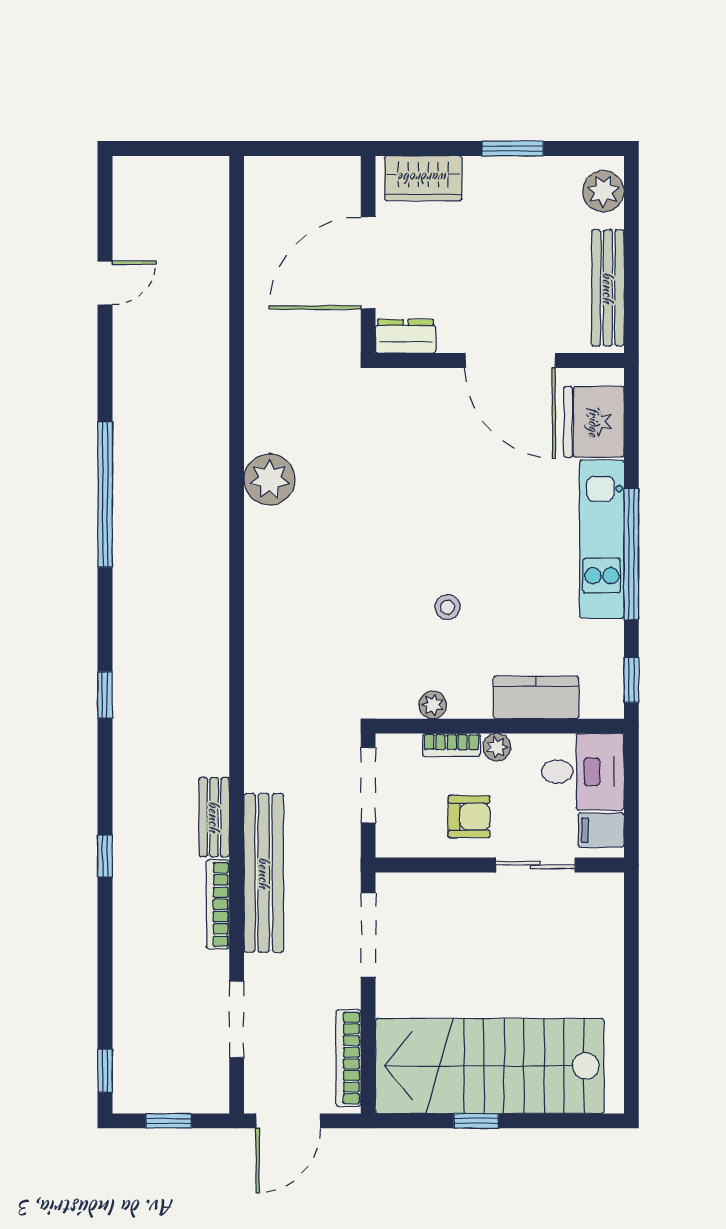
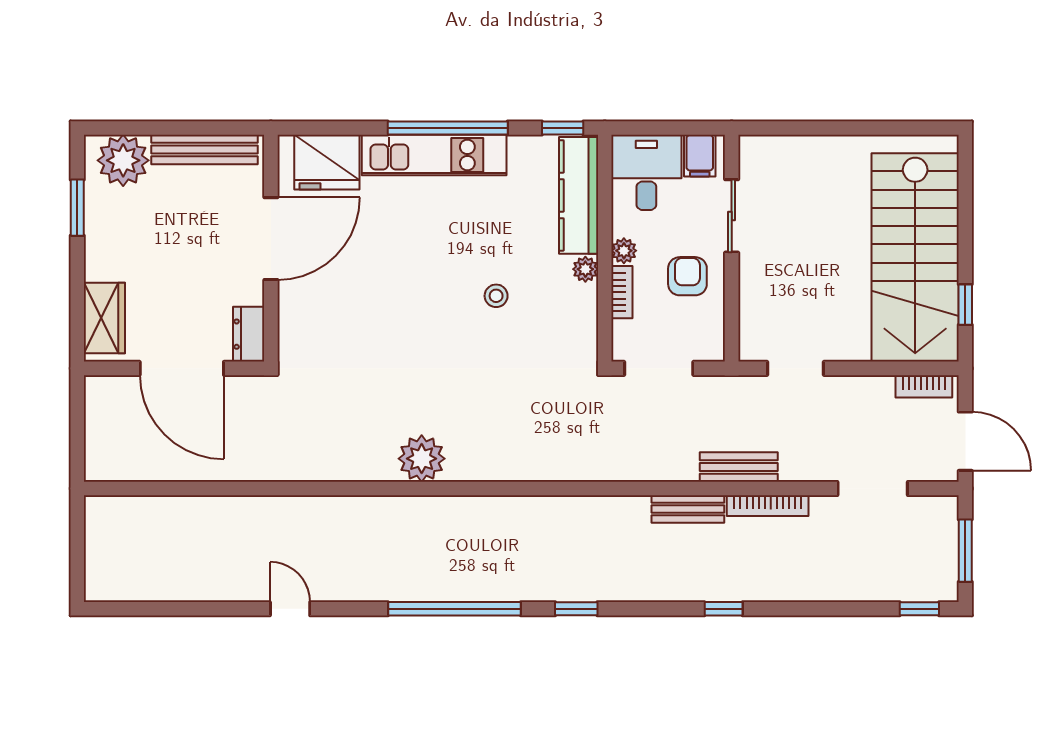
window: (513, 148) -> (77, 208), moved
plant: (603, 191) -> (123, 160), width x1.36, depth x1.36
door: (105, 283) -> (290, 609), moved
plant: (269, 479) -> (422, 459), moved
window: (105, 494) -> (454, 609), moved
kitchen counter: (536, 697) -> (579, 195), width x1.50
plant: (433, 705) -> (585, 269), moved
bench: (264, 873) -> (739, 467), width x0.54, depth x0.82
doorway: (368, 935) -> (795, 368), width x0.73
bookcase: (348, 1058) -> (924, 386), width x0.64
window: (169, 1121) -> (965, 551), width x1.50
window: (476, 1121) -> (965, 305), moved

